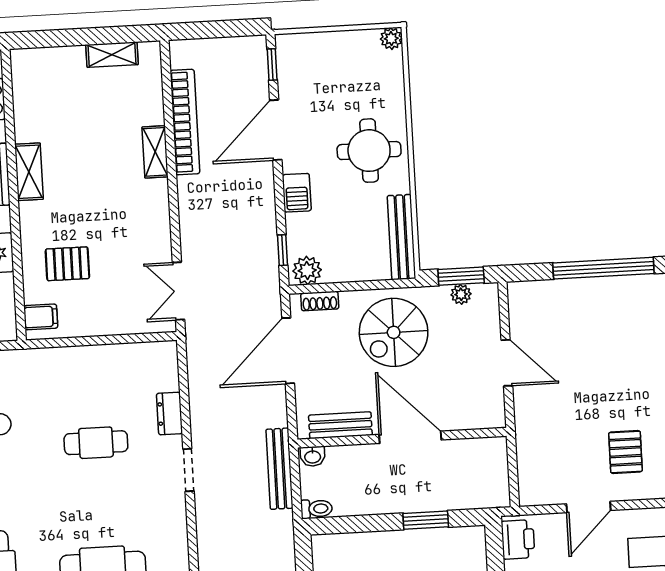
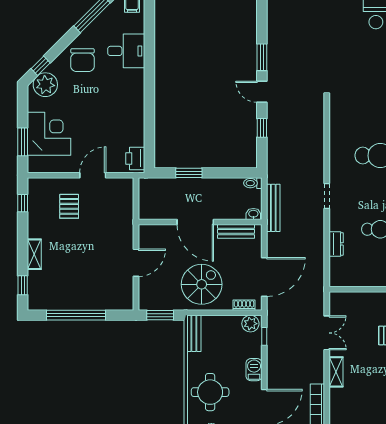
shelving: (155, 152) -> (336, 372), moved
bench: (402, 237) -> (194, 333), width x0.73
double door: (178, 291) -> (327, 333), moved
plant: (461, 294) -> (161, 305), removed
door: (507, 363) -> (136, 263), swing flipped
doorway: (188, 470) -> (327, 196), moved

